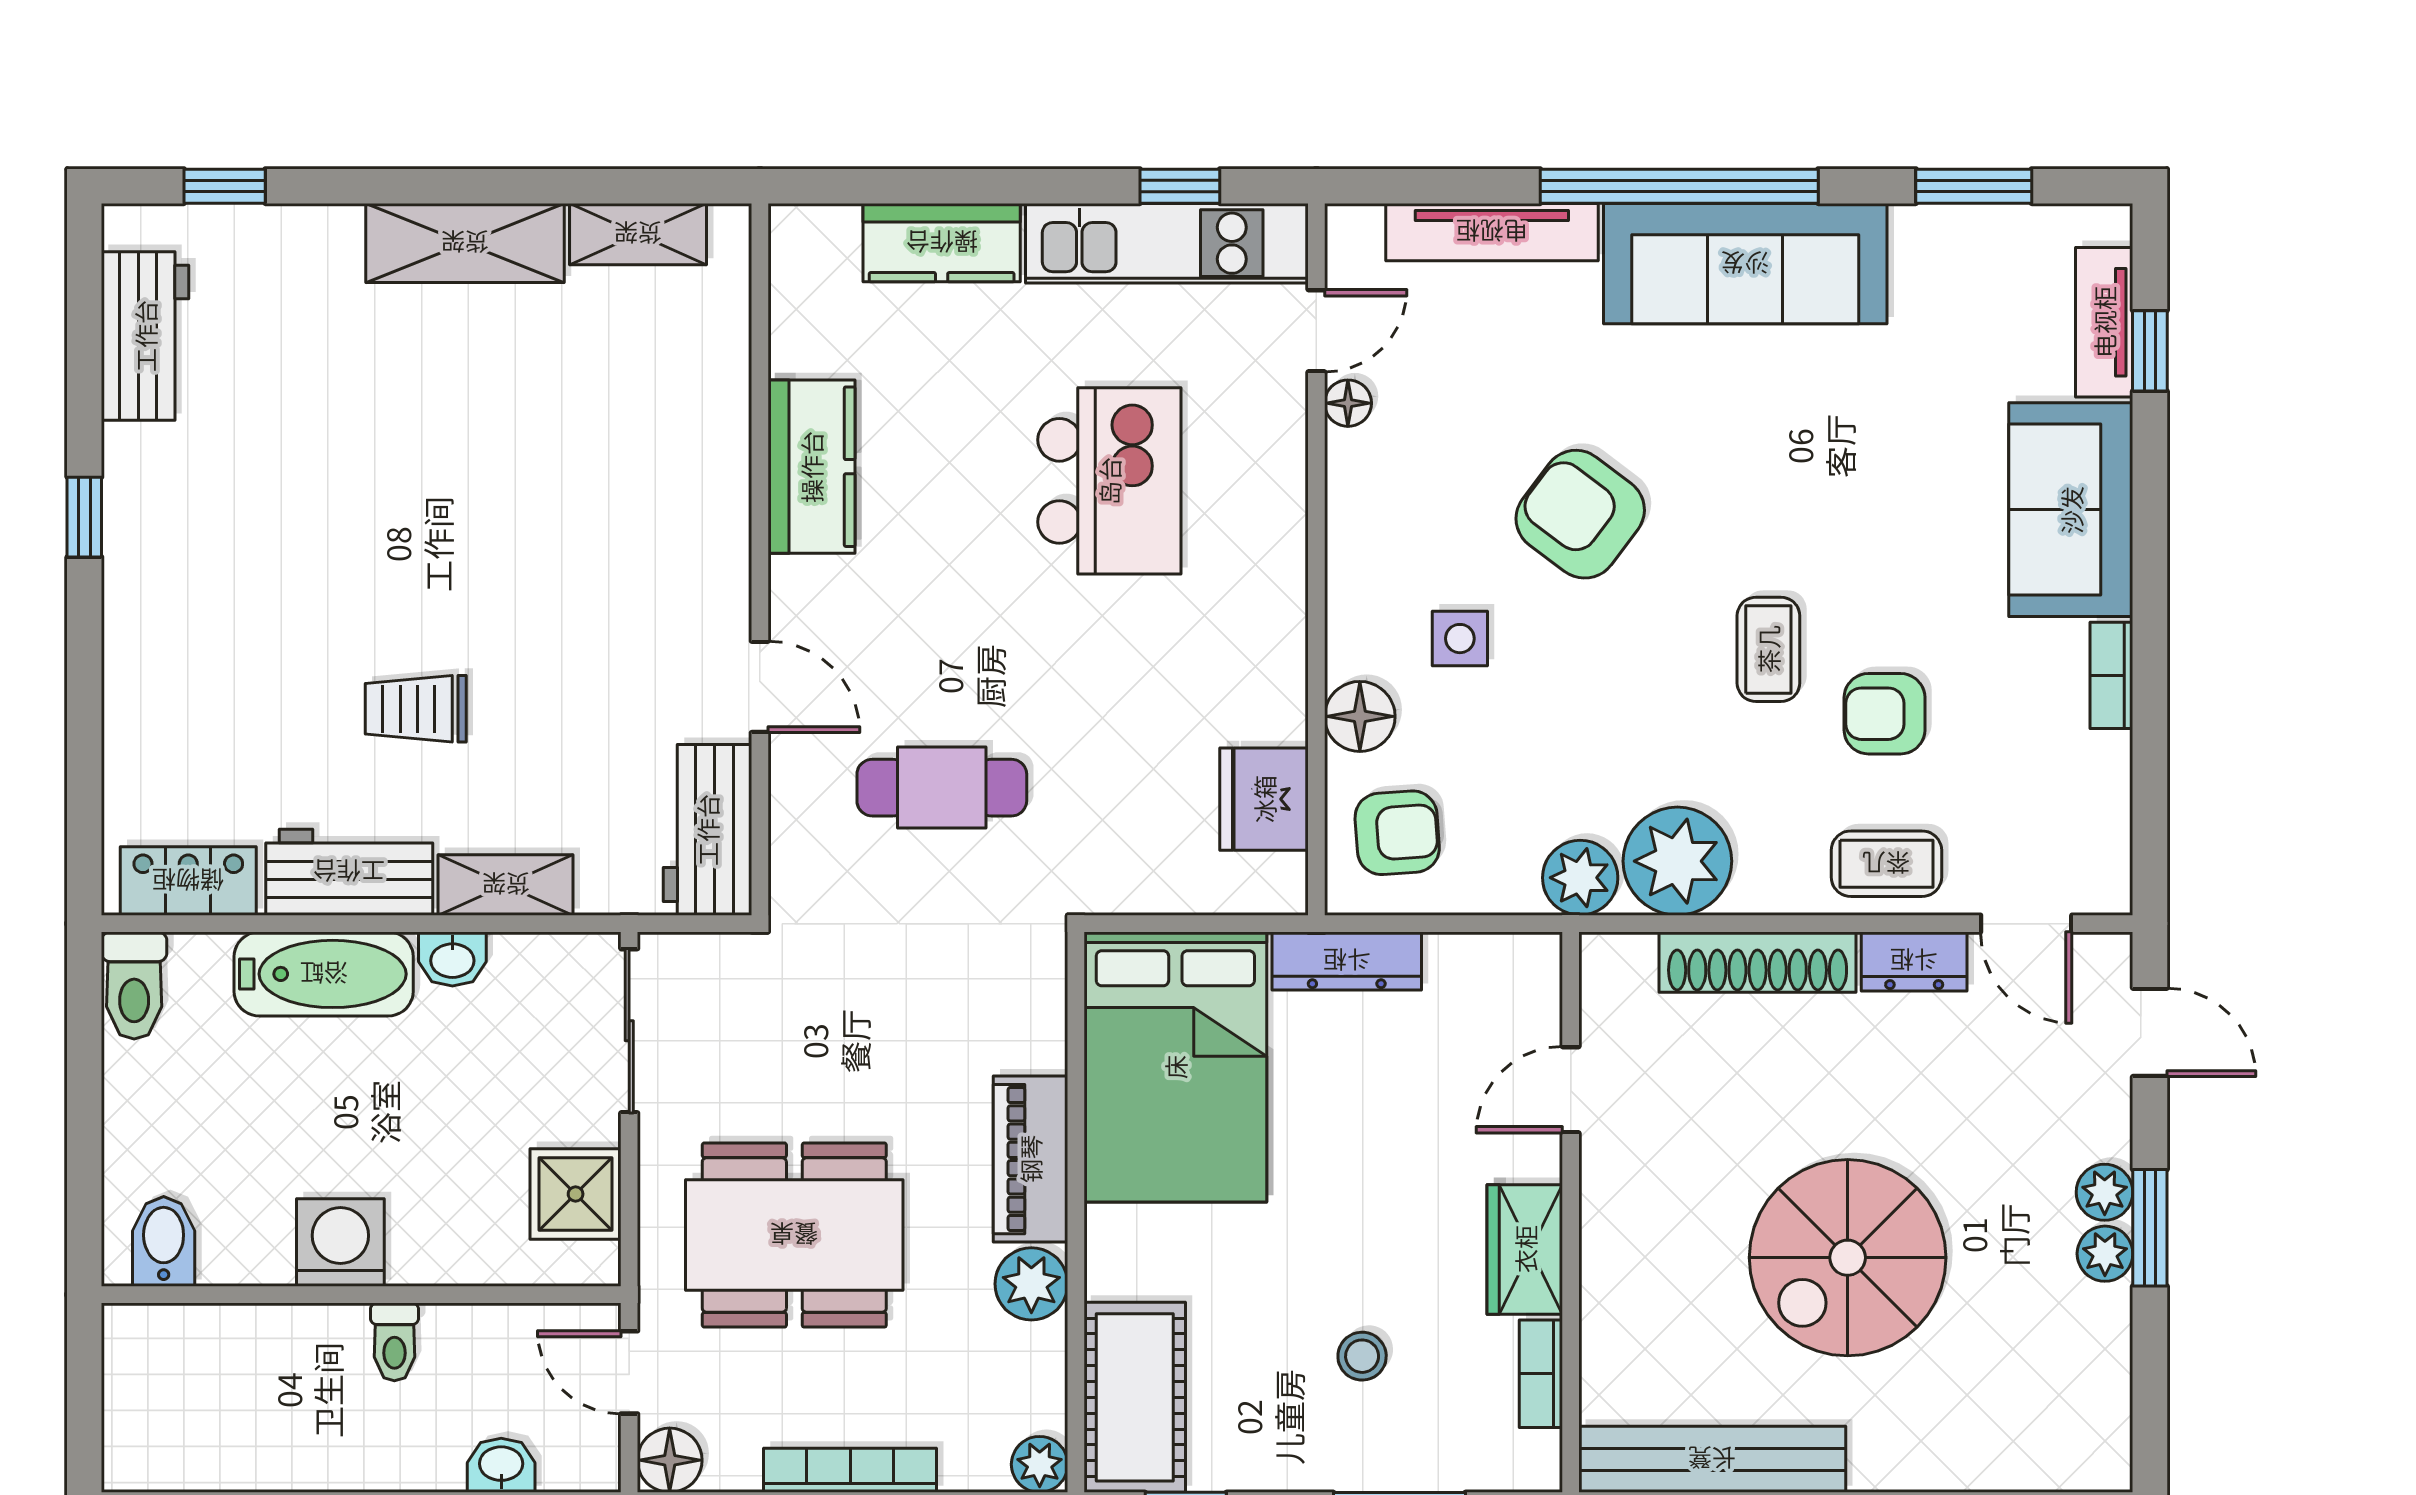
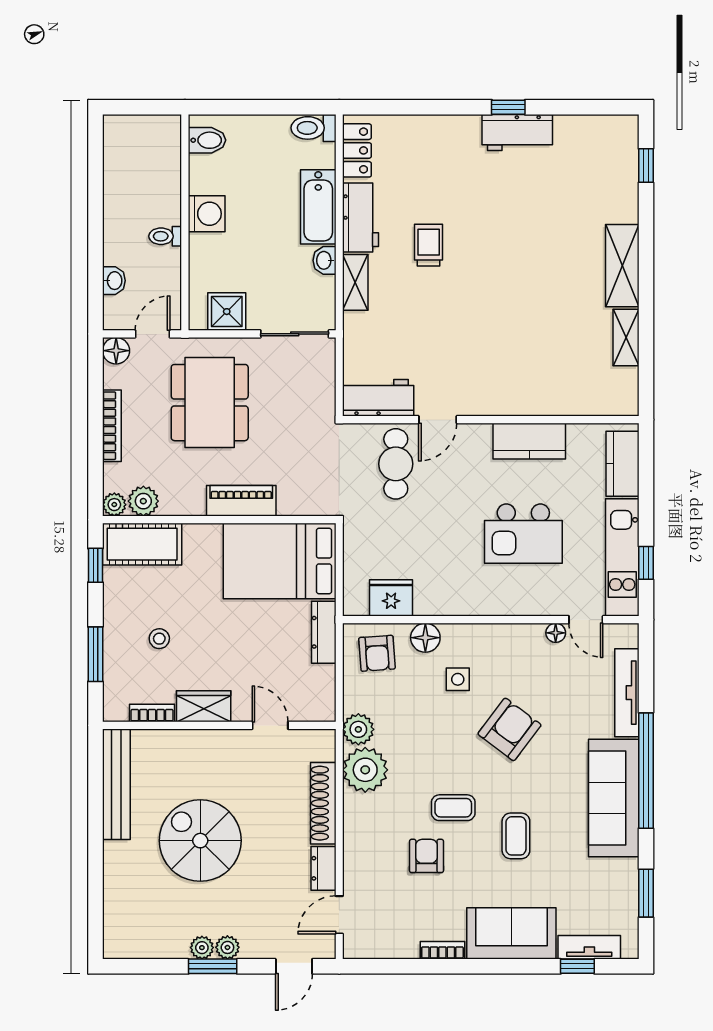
workbench: (145, 336) -> (517, 133), moved
kitchen counter: (811, 467) -> (529, 441), moved
wall: (760, 559) -> (491, 420), moved
door: (760, 687) -> (438, 420), moved
workbench: (707, 830) -> (378, 398), moved
coffee table: (1886, 864) -> (516, 836), moved
plant: (1031, 1284) -> (143, 501), moved

